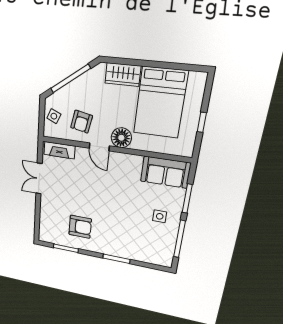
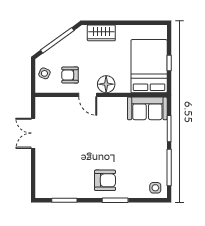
bed: (160, 103) -> (149, 66), moved, turned 180
armchair: (82, 122) -> (70, 75), turned 79
fireplace: (59, 150) -> (51, 103), removed
side table: (160, 216) -> (155, 188), moved
armchair: (80, 227) -> (105, 180), moved

